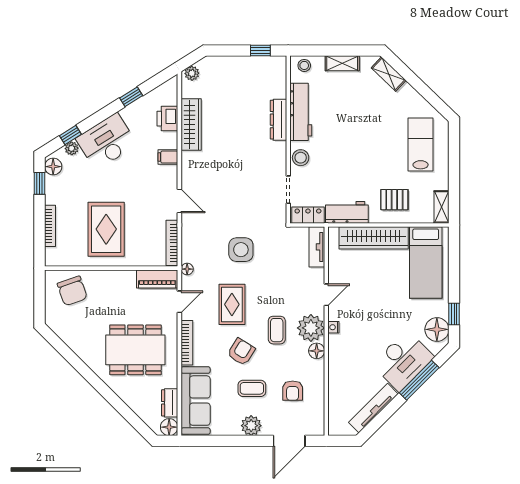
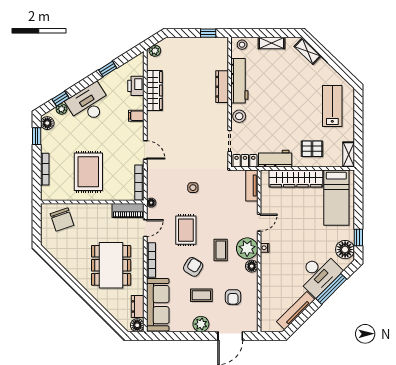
side table: (241, 250) -> (193, 188), width x0.54, depth x0.54
dining table: (135, 350) -> (111, 265), turned 90

